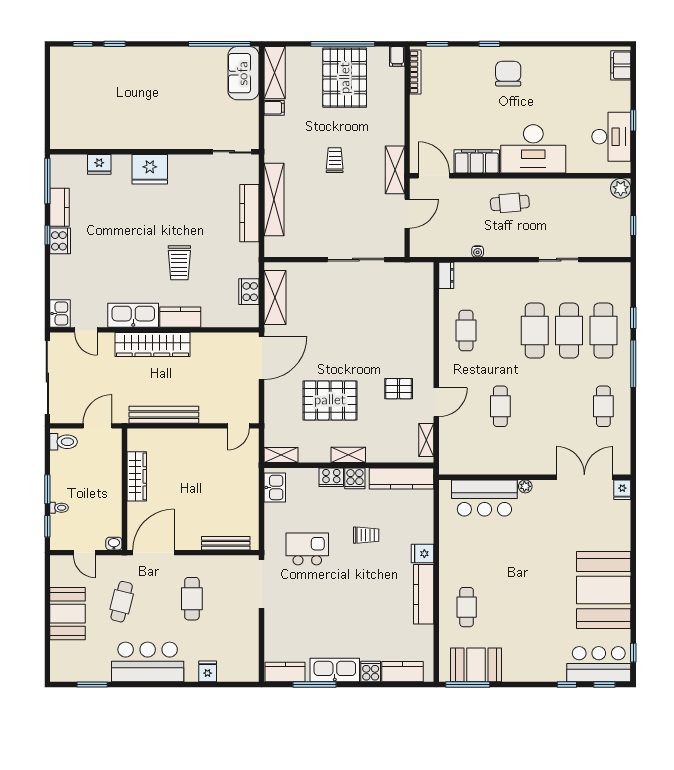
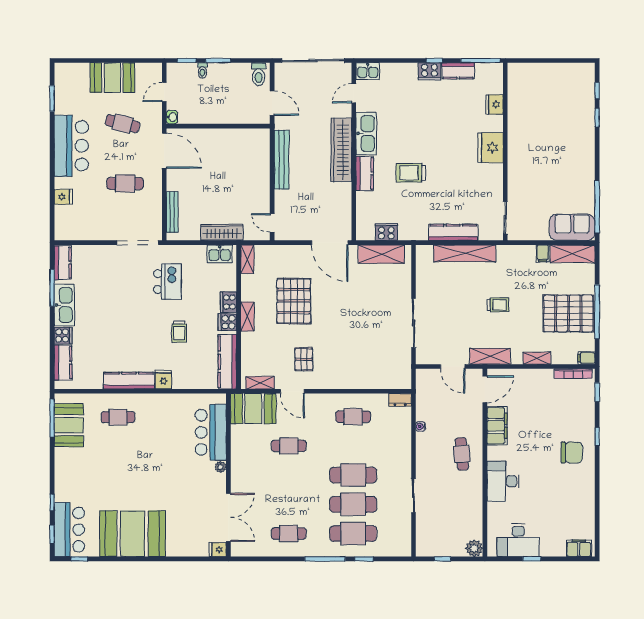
shelving: (397, 115) -> (537, 358), added
desk: (533, 149) -> (503, 481), width x0.73, depth x0.77
booth: (457, 448) -> (253, 409), added
wardrobe: (137, 476) -> (222, 232), moved, turned 180

